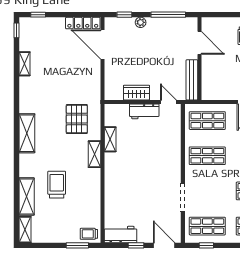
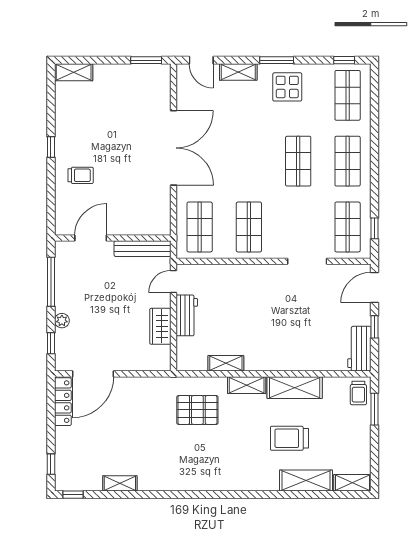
shelving: (27, 133) -> (295, 388), moved

